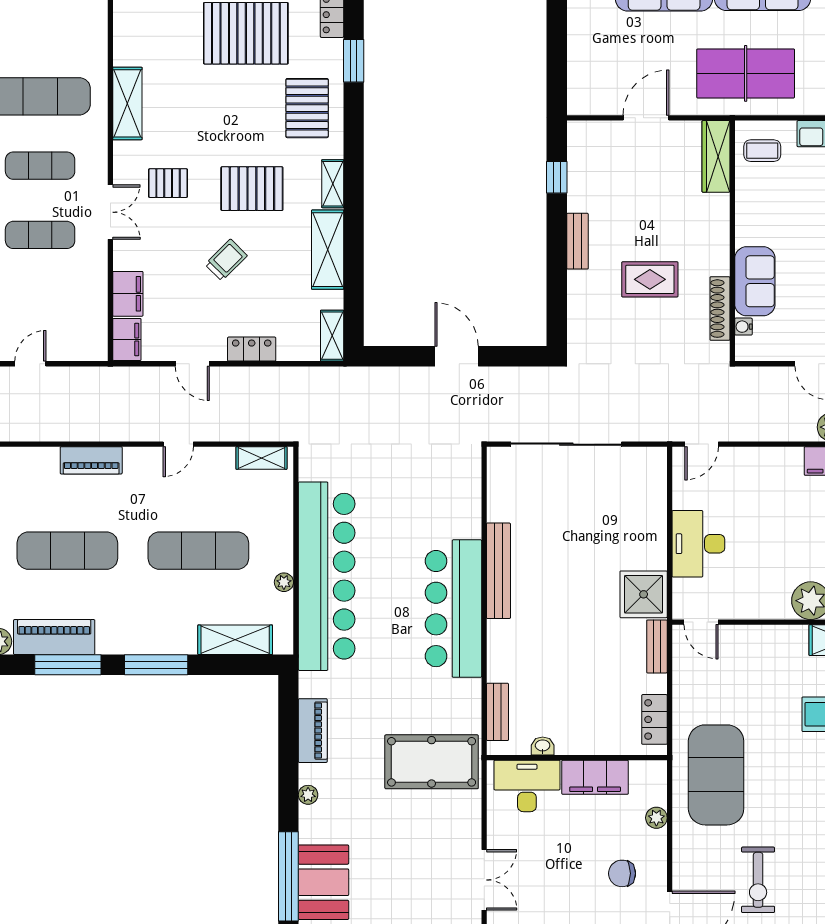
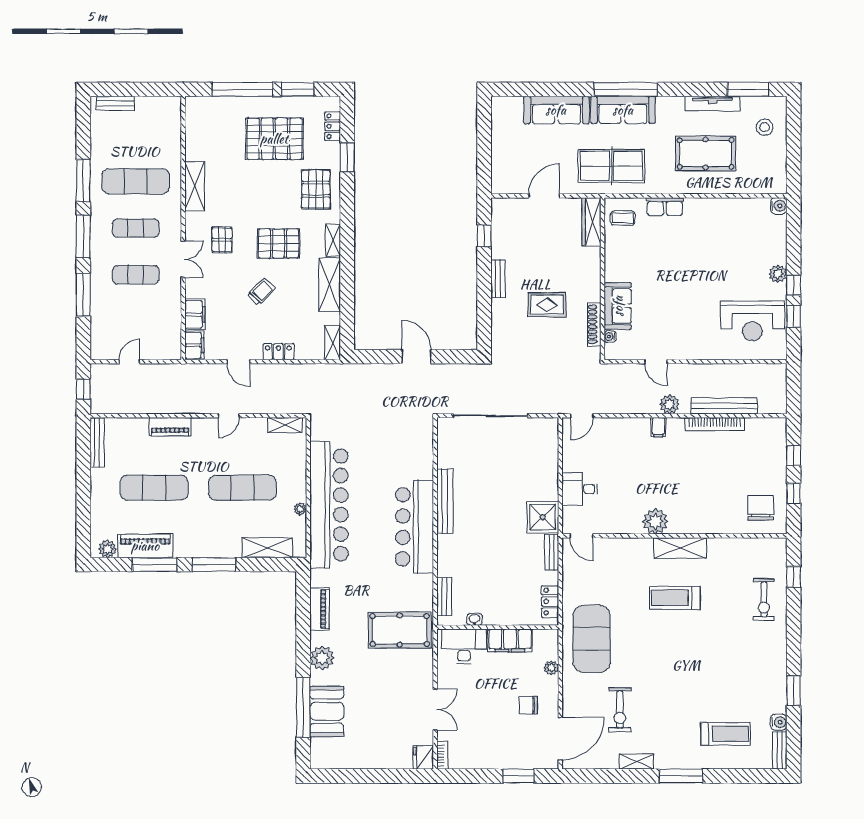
pallet: (168, 183) -> (222, 240), turned 90
desk: (698, 544) -> (580, 489), width x0.73
plant: (308, 795) -> (322, 658), width x1.87, depth x1.87

